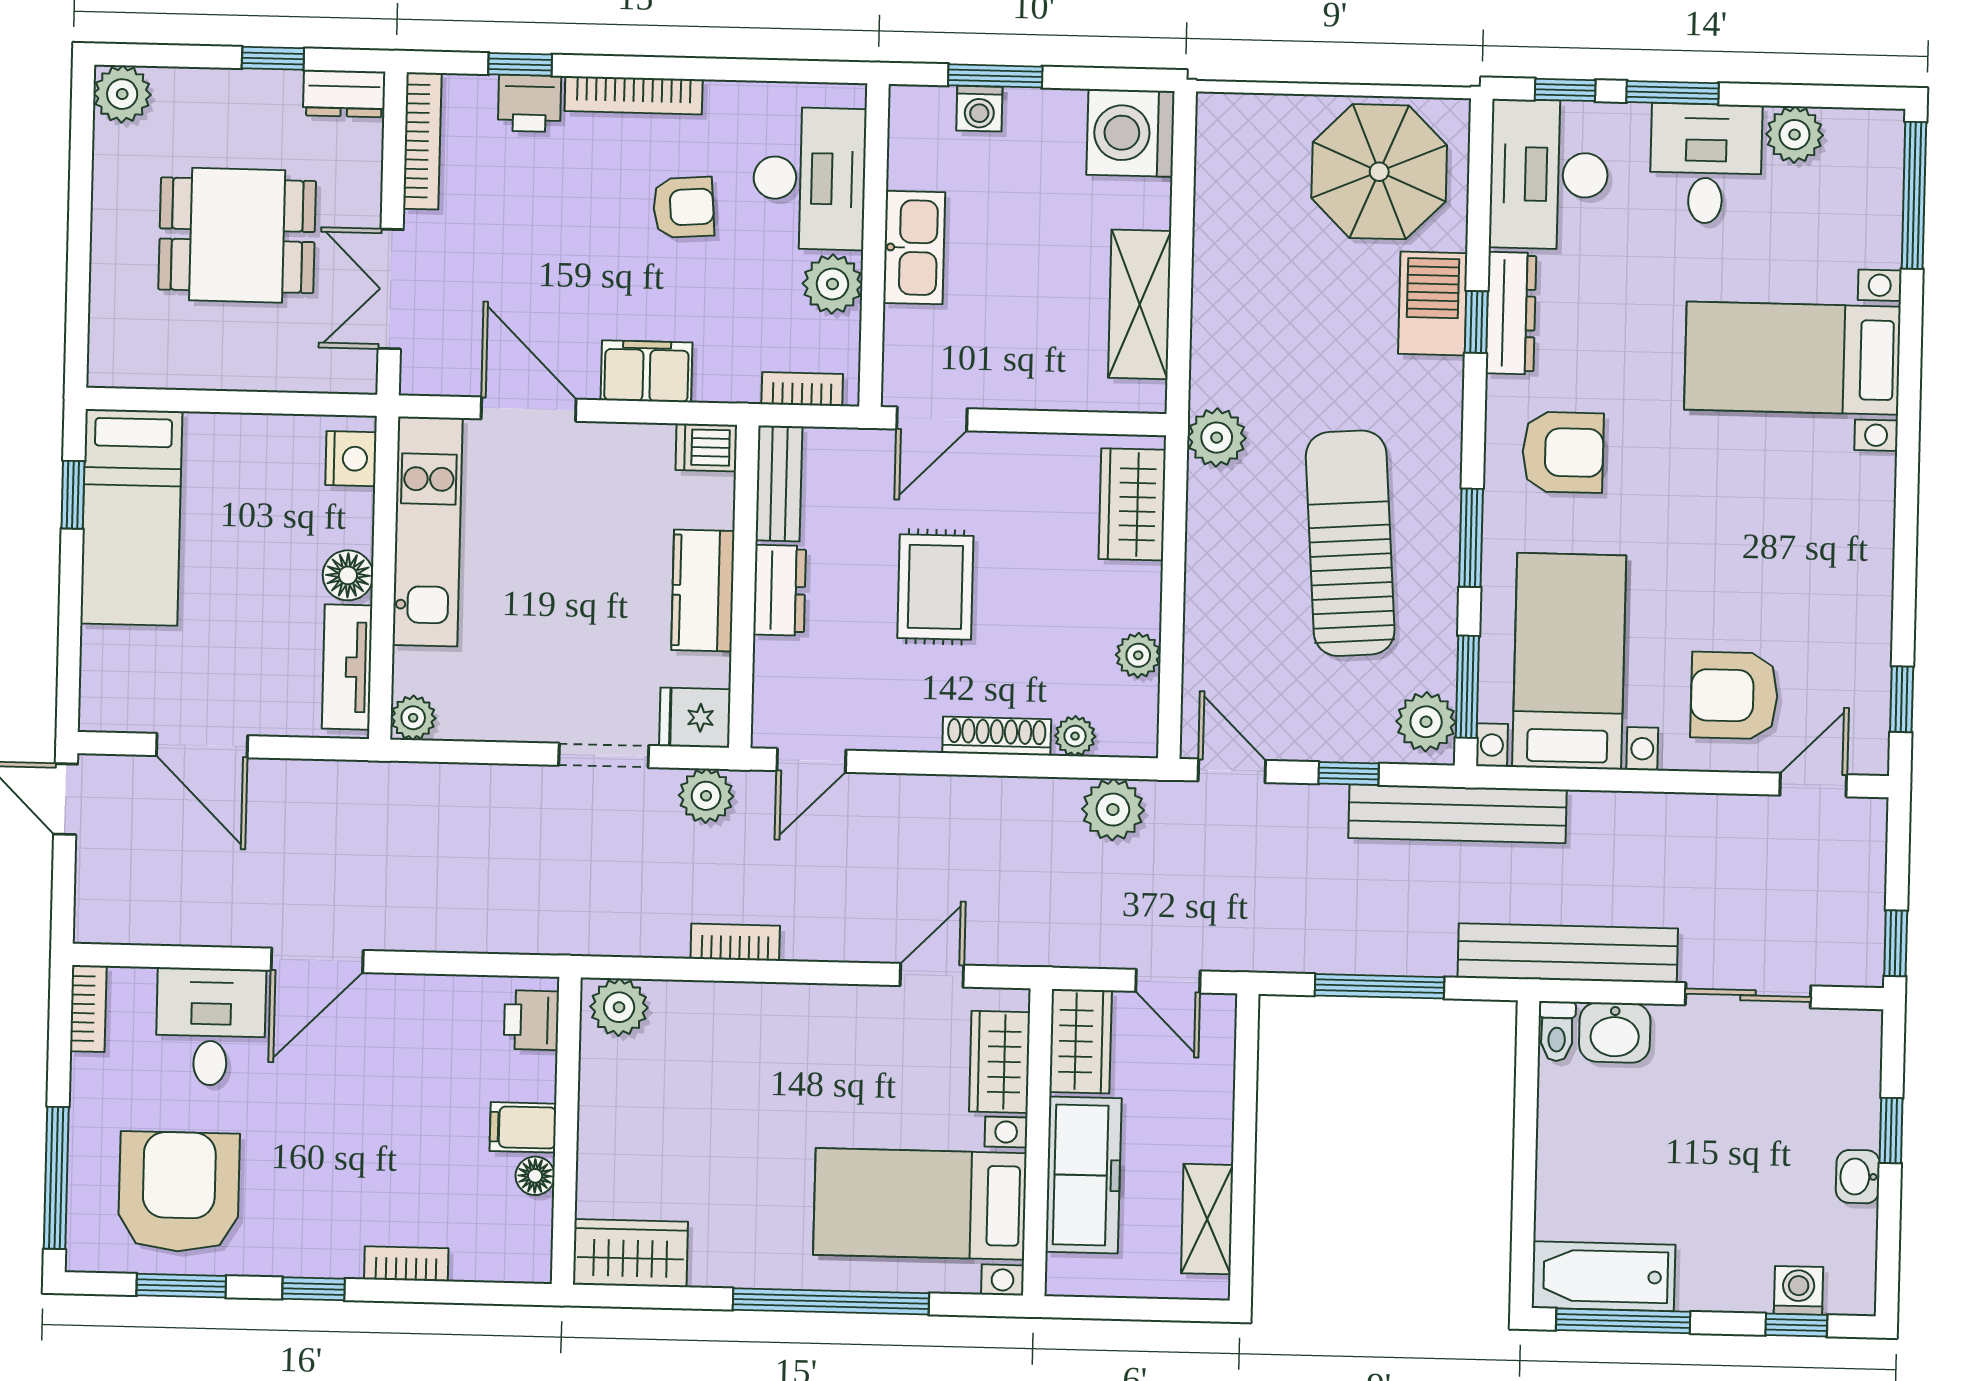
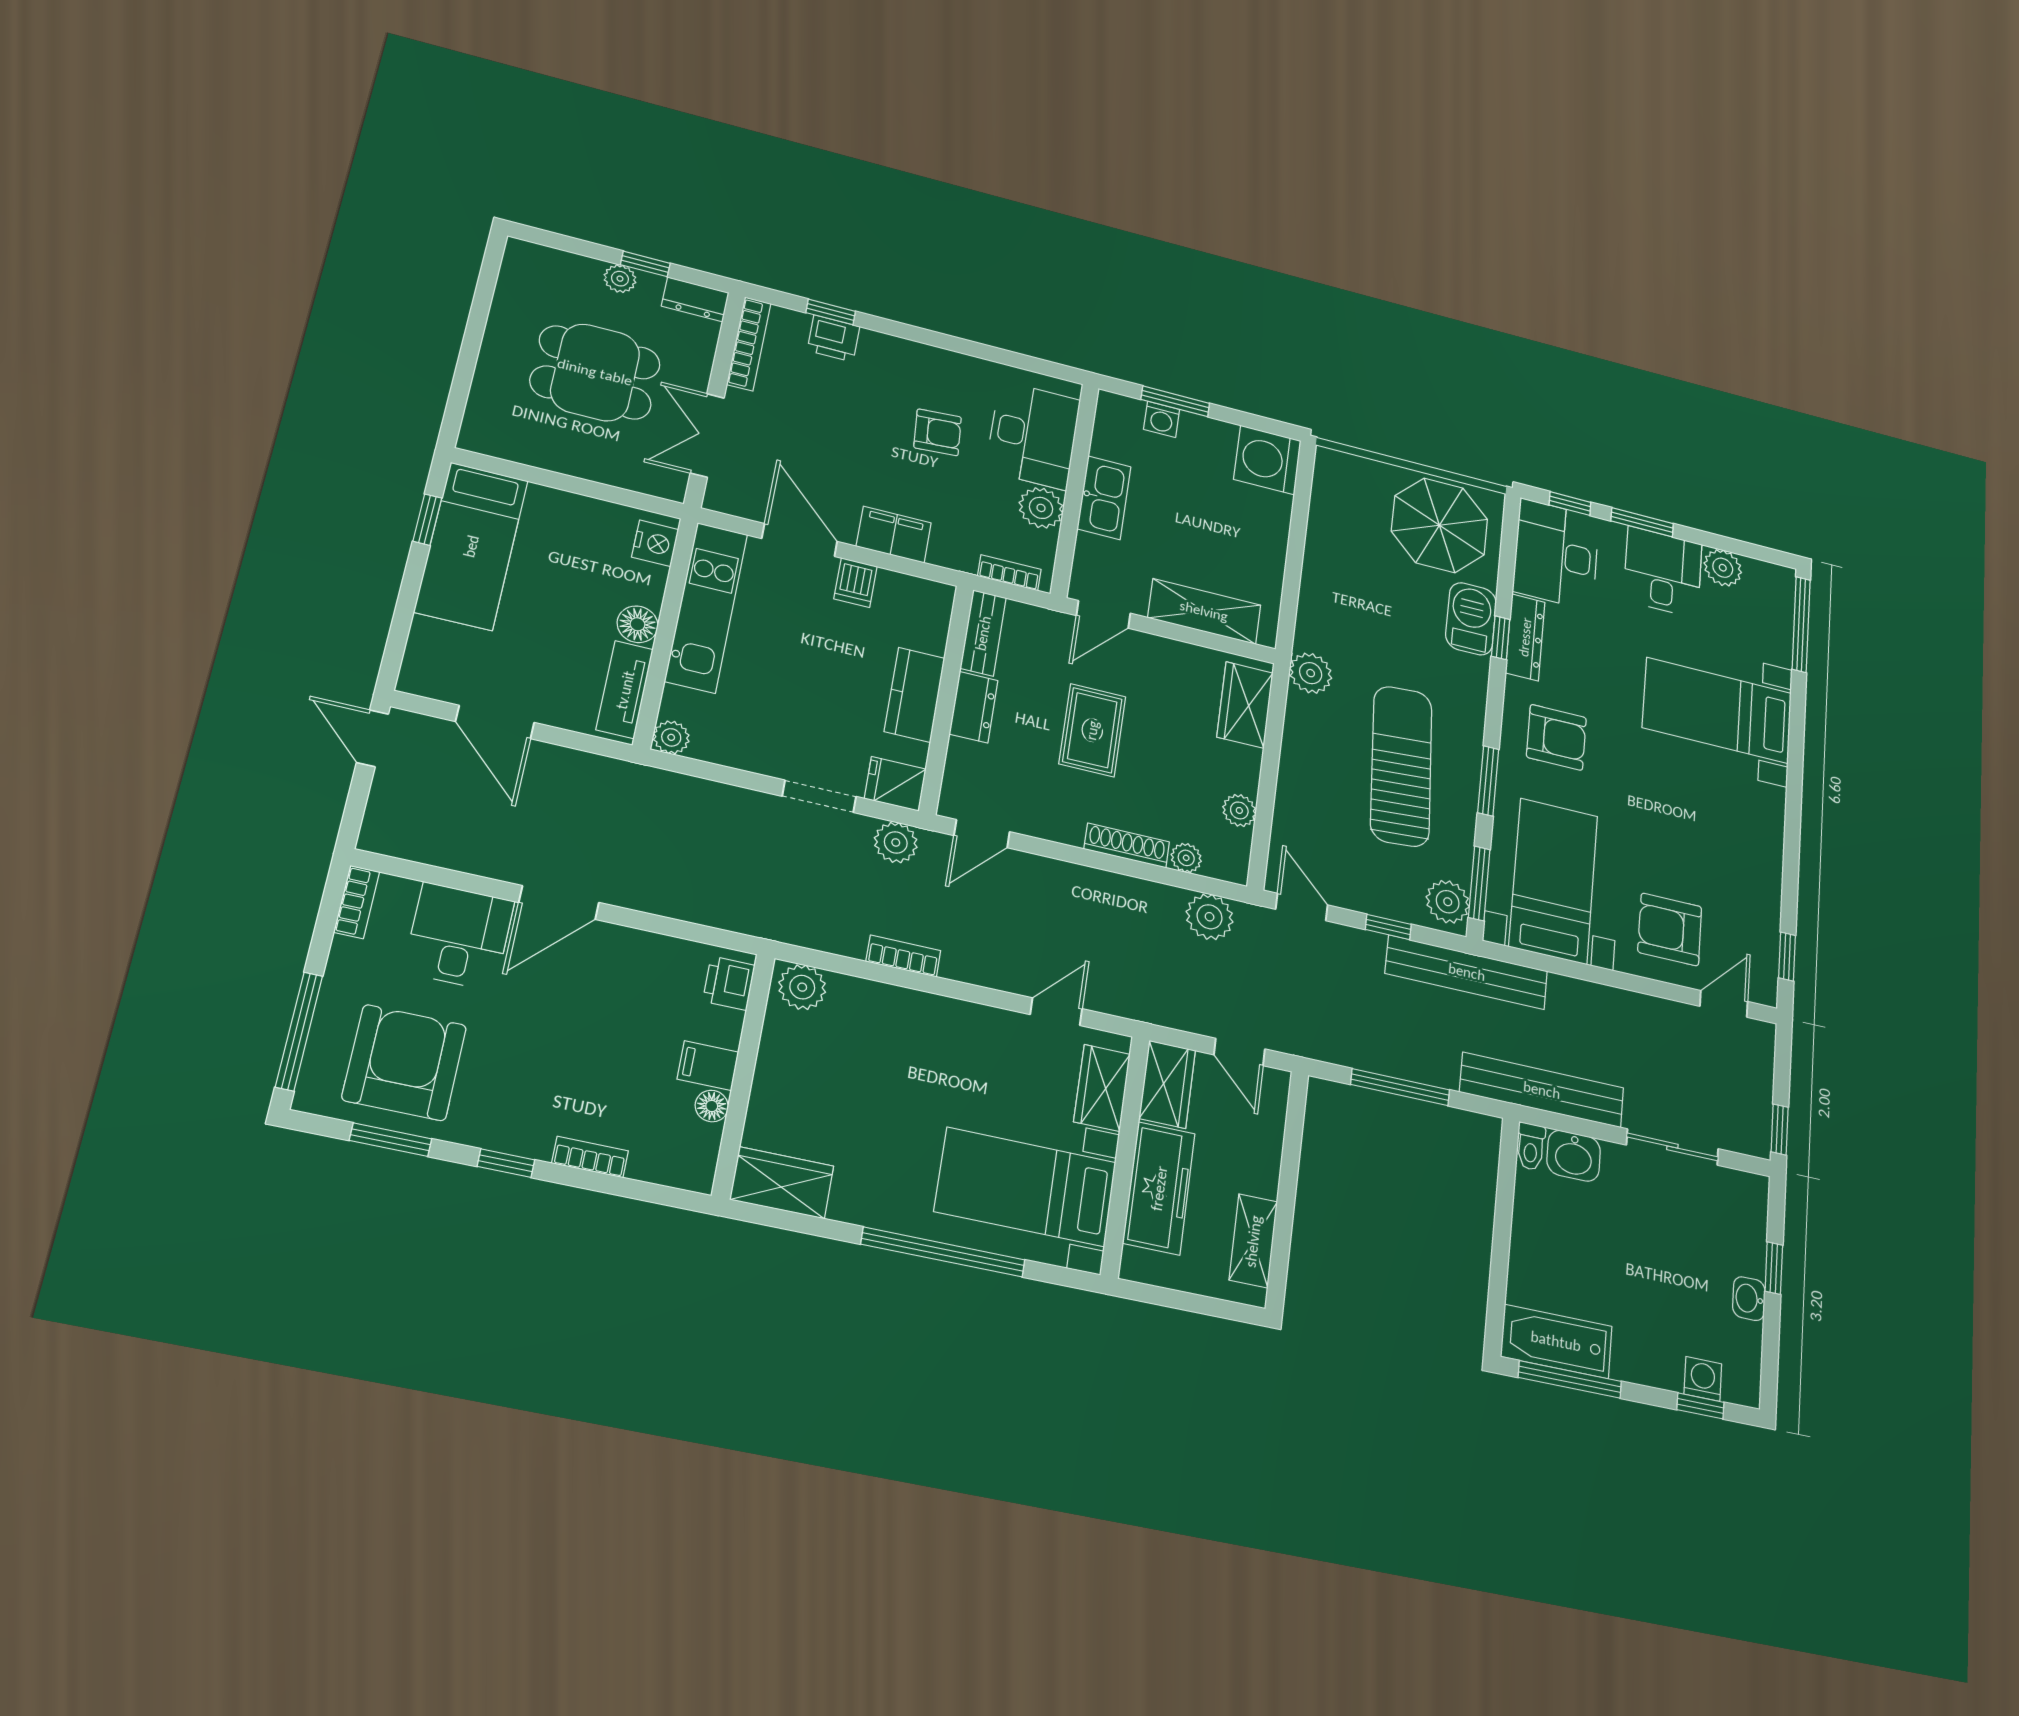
plant: (122, 94) -> (620, 279), moved, width x0.73, depth x0.73
bookcase: (634, 95) -> (911, 352), removed
shelving: (1140, 304) -> (1204, 611), moved, turned 90
dishwasher: (706, 447) -> (855, 583), moved, turned -90

